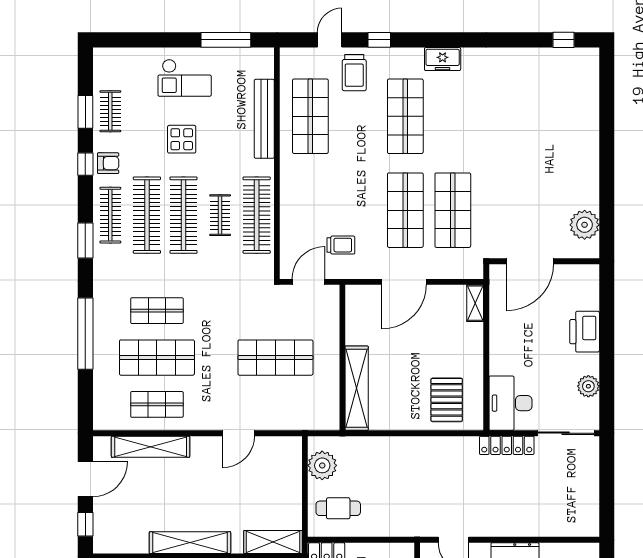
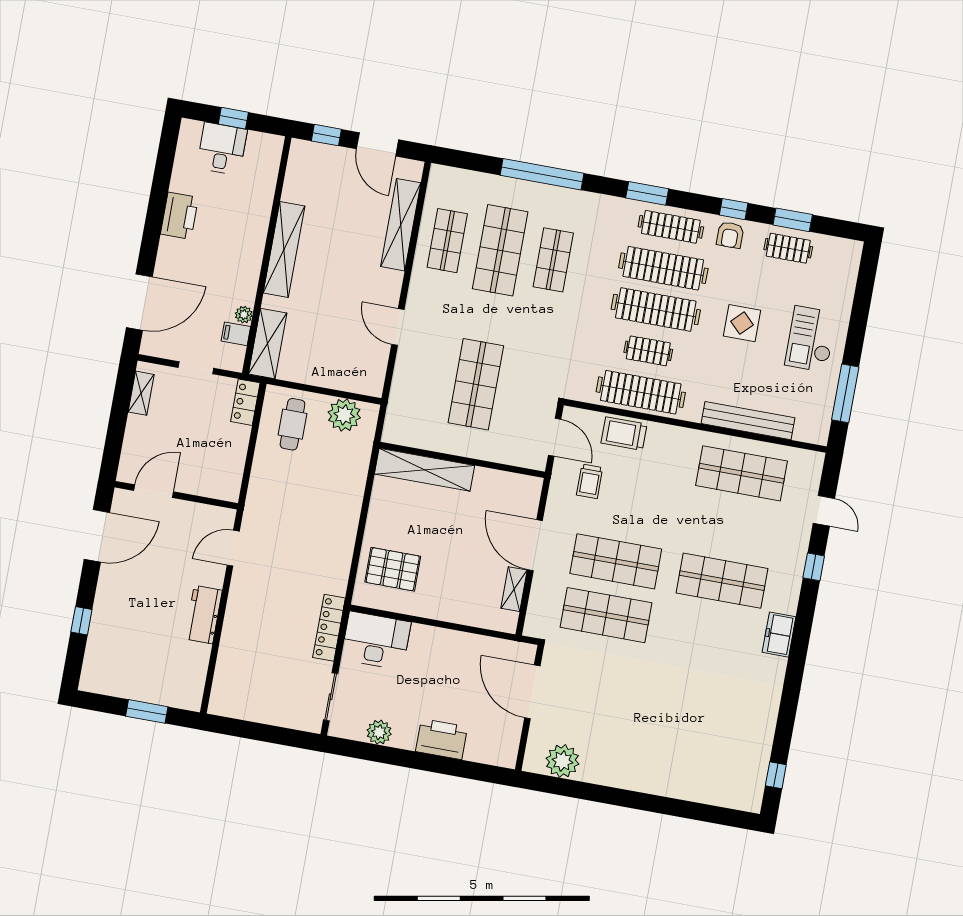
trolley: (354, 73) -> (624, 434), moved
shelving: (475, 303) -> (514, 589), moved, turned 90
sliding door: (566, 433) -> (331, 697), width x0.73

